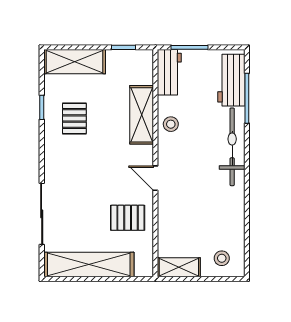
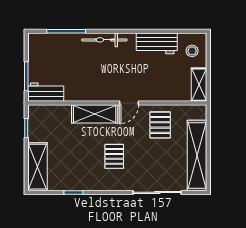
workbench: (231, 80) -> (157, 43), moved
shelving: (142, 115) -> (95, 114), moved
pallet: (74, 118) -> (114, 156), moved, turned 90
stool: (171, 124) -> (87, 91), removed
bicycle: (232, 147) -> (104, 40), width x0.73, depth x0.71

